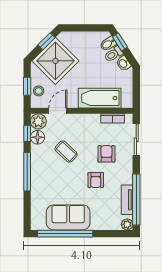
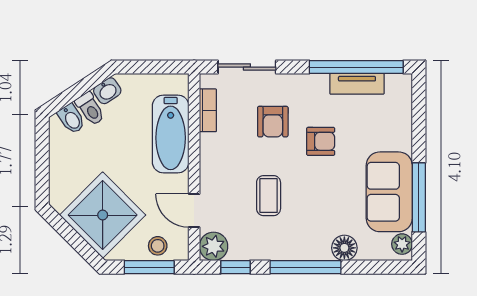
window: (47, 41) -> (66, 231), removed
window: (120, 42) -> (68, 97), removed
window: (27, 86) -> (149, 267), width x1.50
floor lamp: (38, 137) -> (344, 248), moved
coffee table: (66, 152) -> (269, 196), turned -43
armchair: (106, 154) -> (273, 122), turned -90
plant: (127, 224) -> (402, 244), moved
window: (65, 234) -> (419, 197), width x0.68

